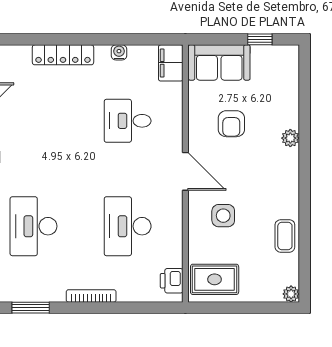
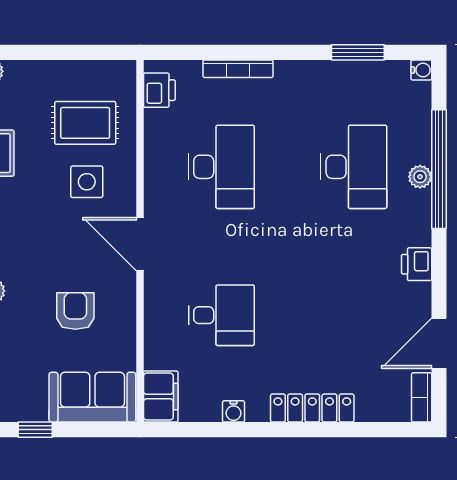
rug: (215, 279) -> (85, 123), moved
bookcase: (91, 296) -> (238, 69), moved

